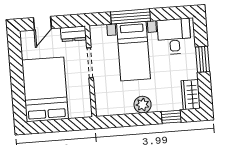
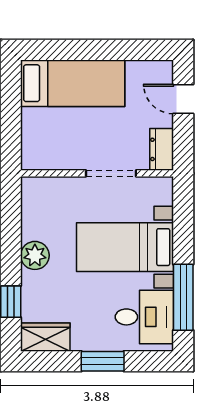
window: (130, 16) -> (183, 297), moved
bed: (45, 89) -> (73, 83), width x0.67

